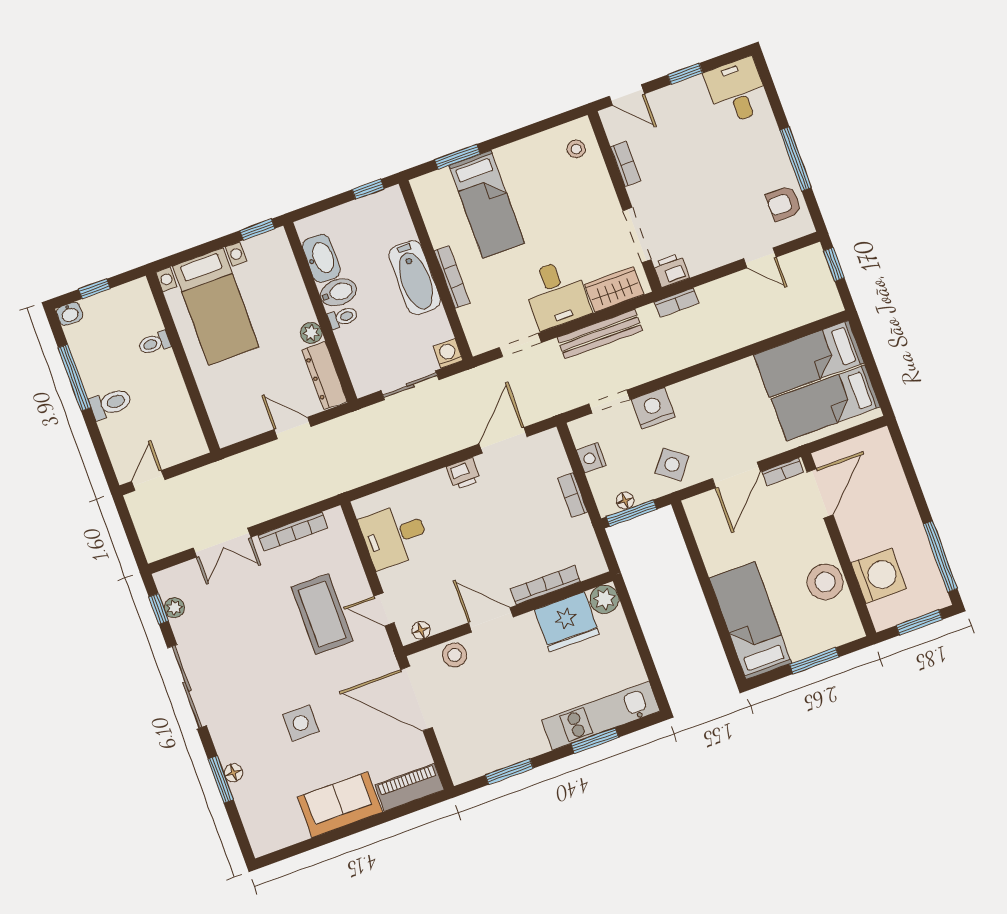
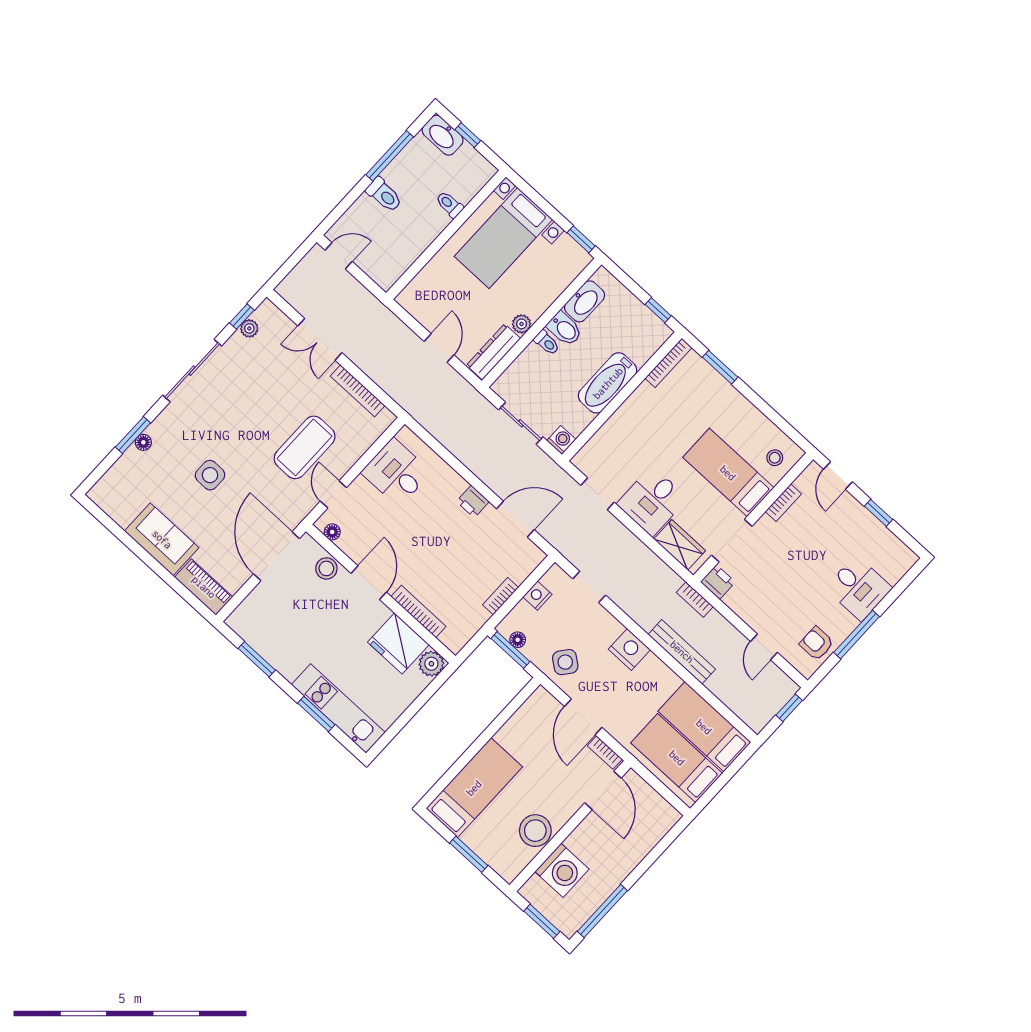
desk: (737, 91) -> (859, 588), moved, turned 90
bed: (487, 204) -> (728, 473), moved, turned 90
bookcase: (452, 277) -> (668, 363), moved
washbasin: (70, 314) -> (443, 135), width x1.91, depth x1.45
bench: (600, 334) -> (682, 652), moved
nightstand: (653, 408) -> (629, 649), moved
door: (736, 475) -> (583, 717), hinge flipped
door: (820, 493) -> (603, 790), hinge flipped

